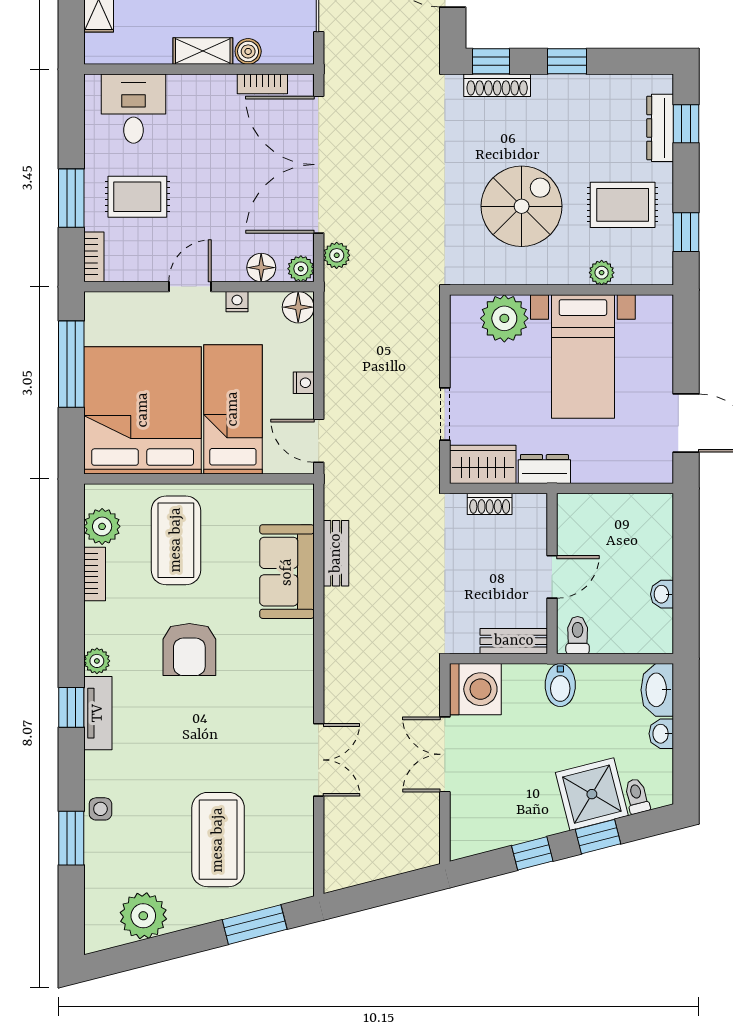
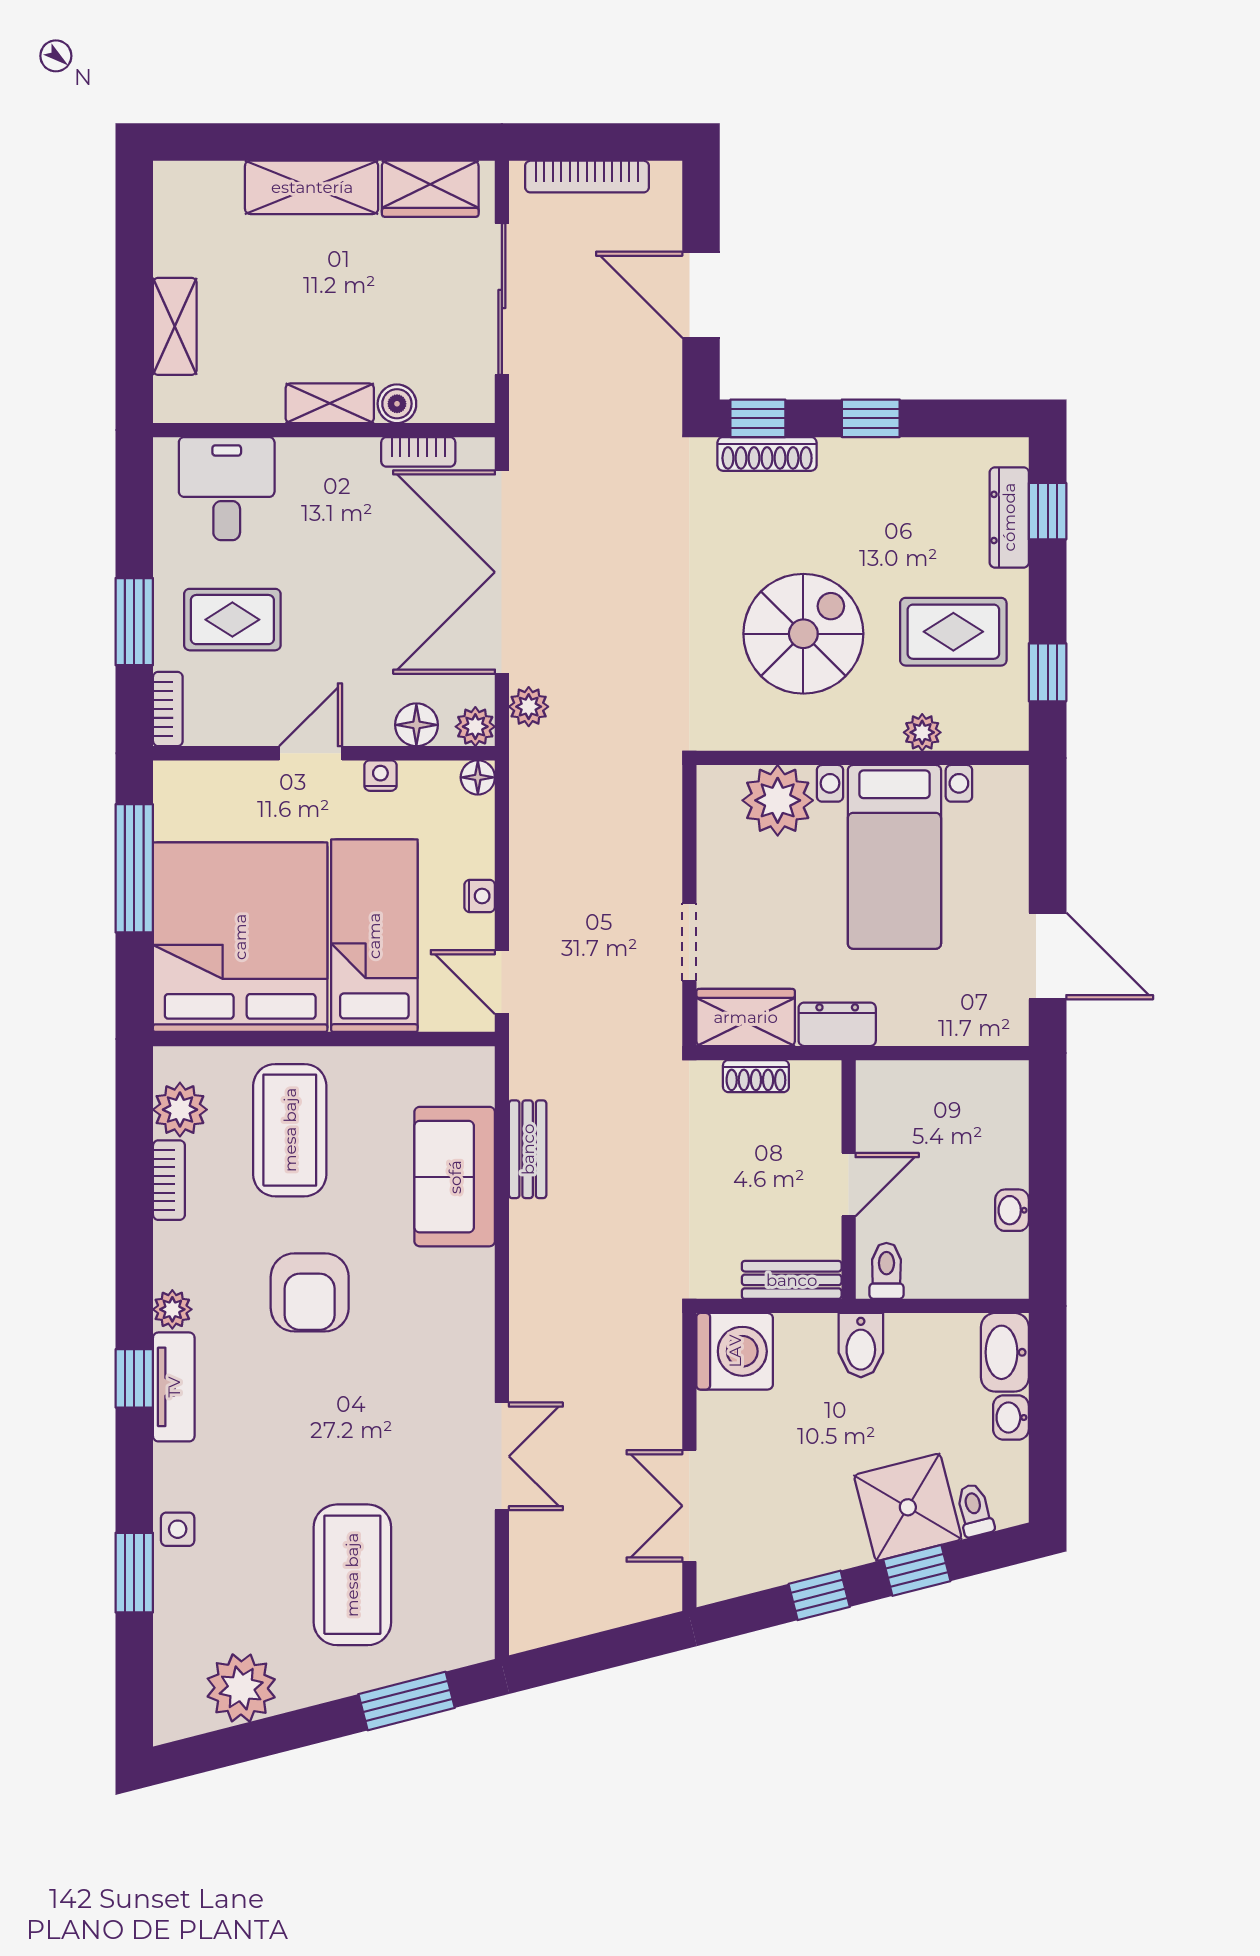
floor lamp: (298, 307) -> (478, 777), width x0.73, depth x0.73
double door: (445, 754) -> (689, 1506), moved

